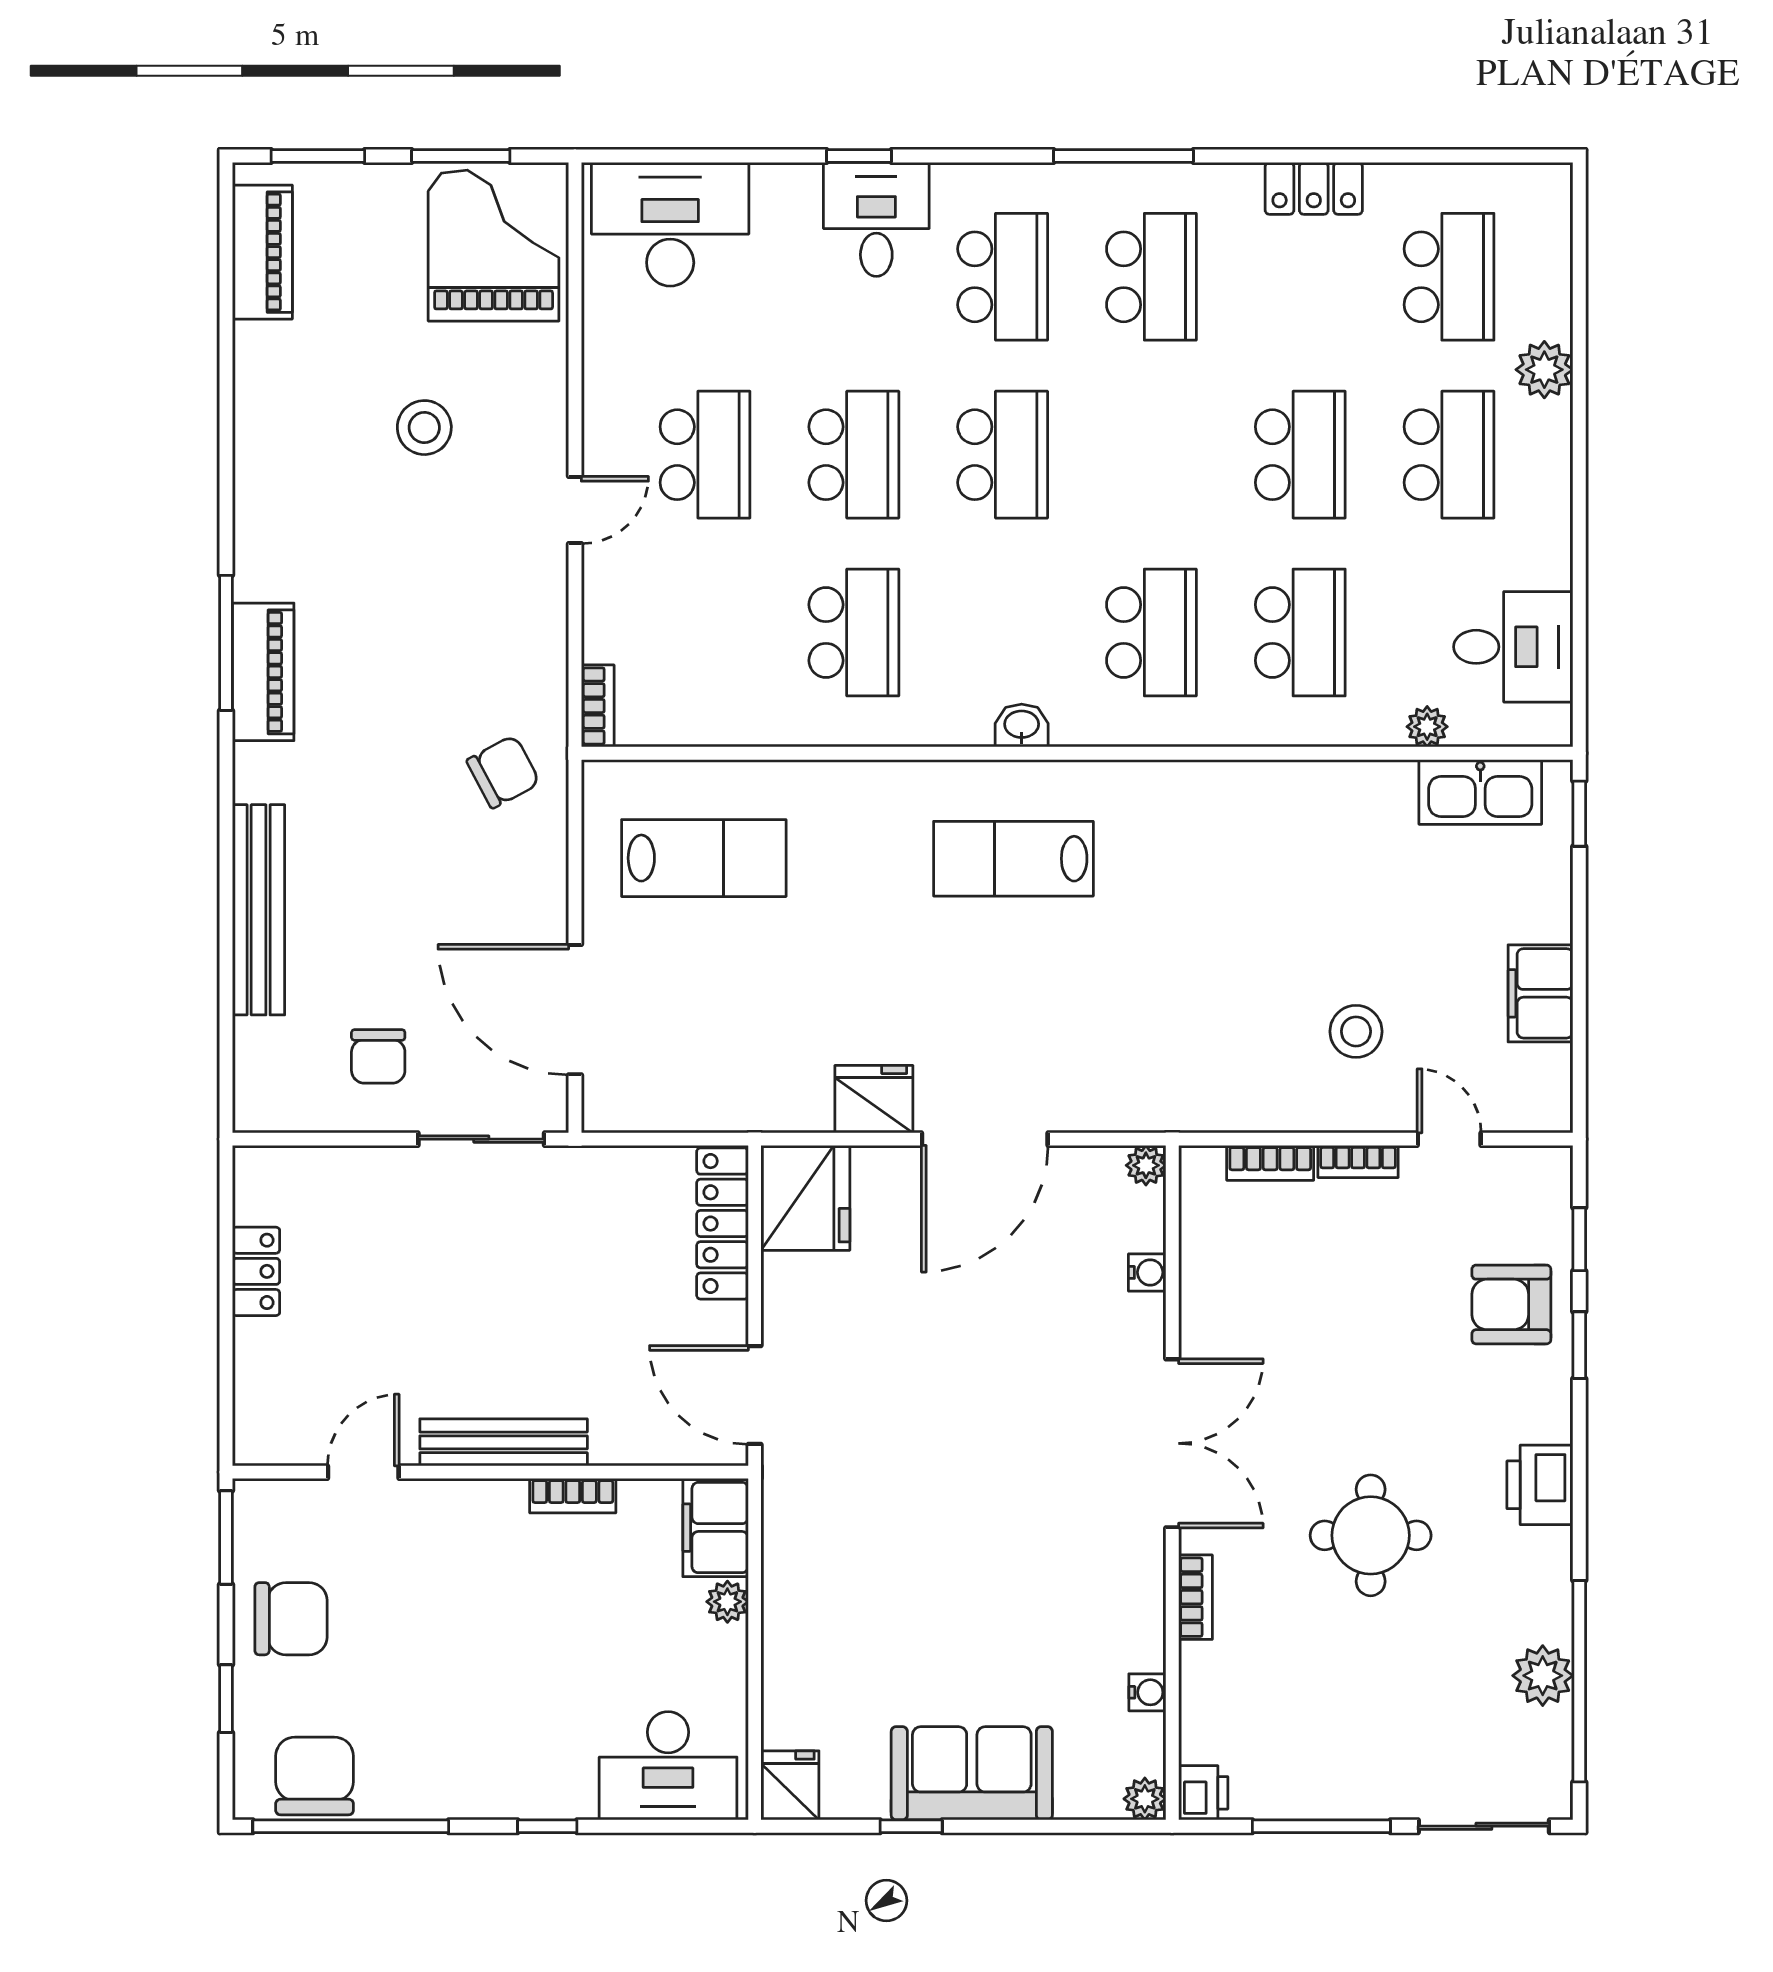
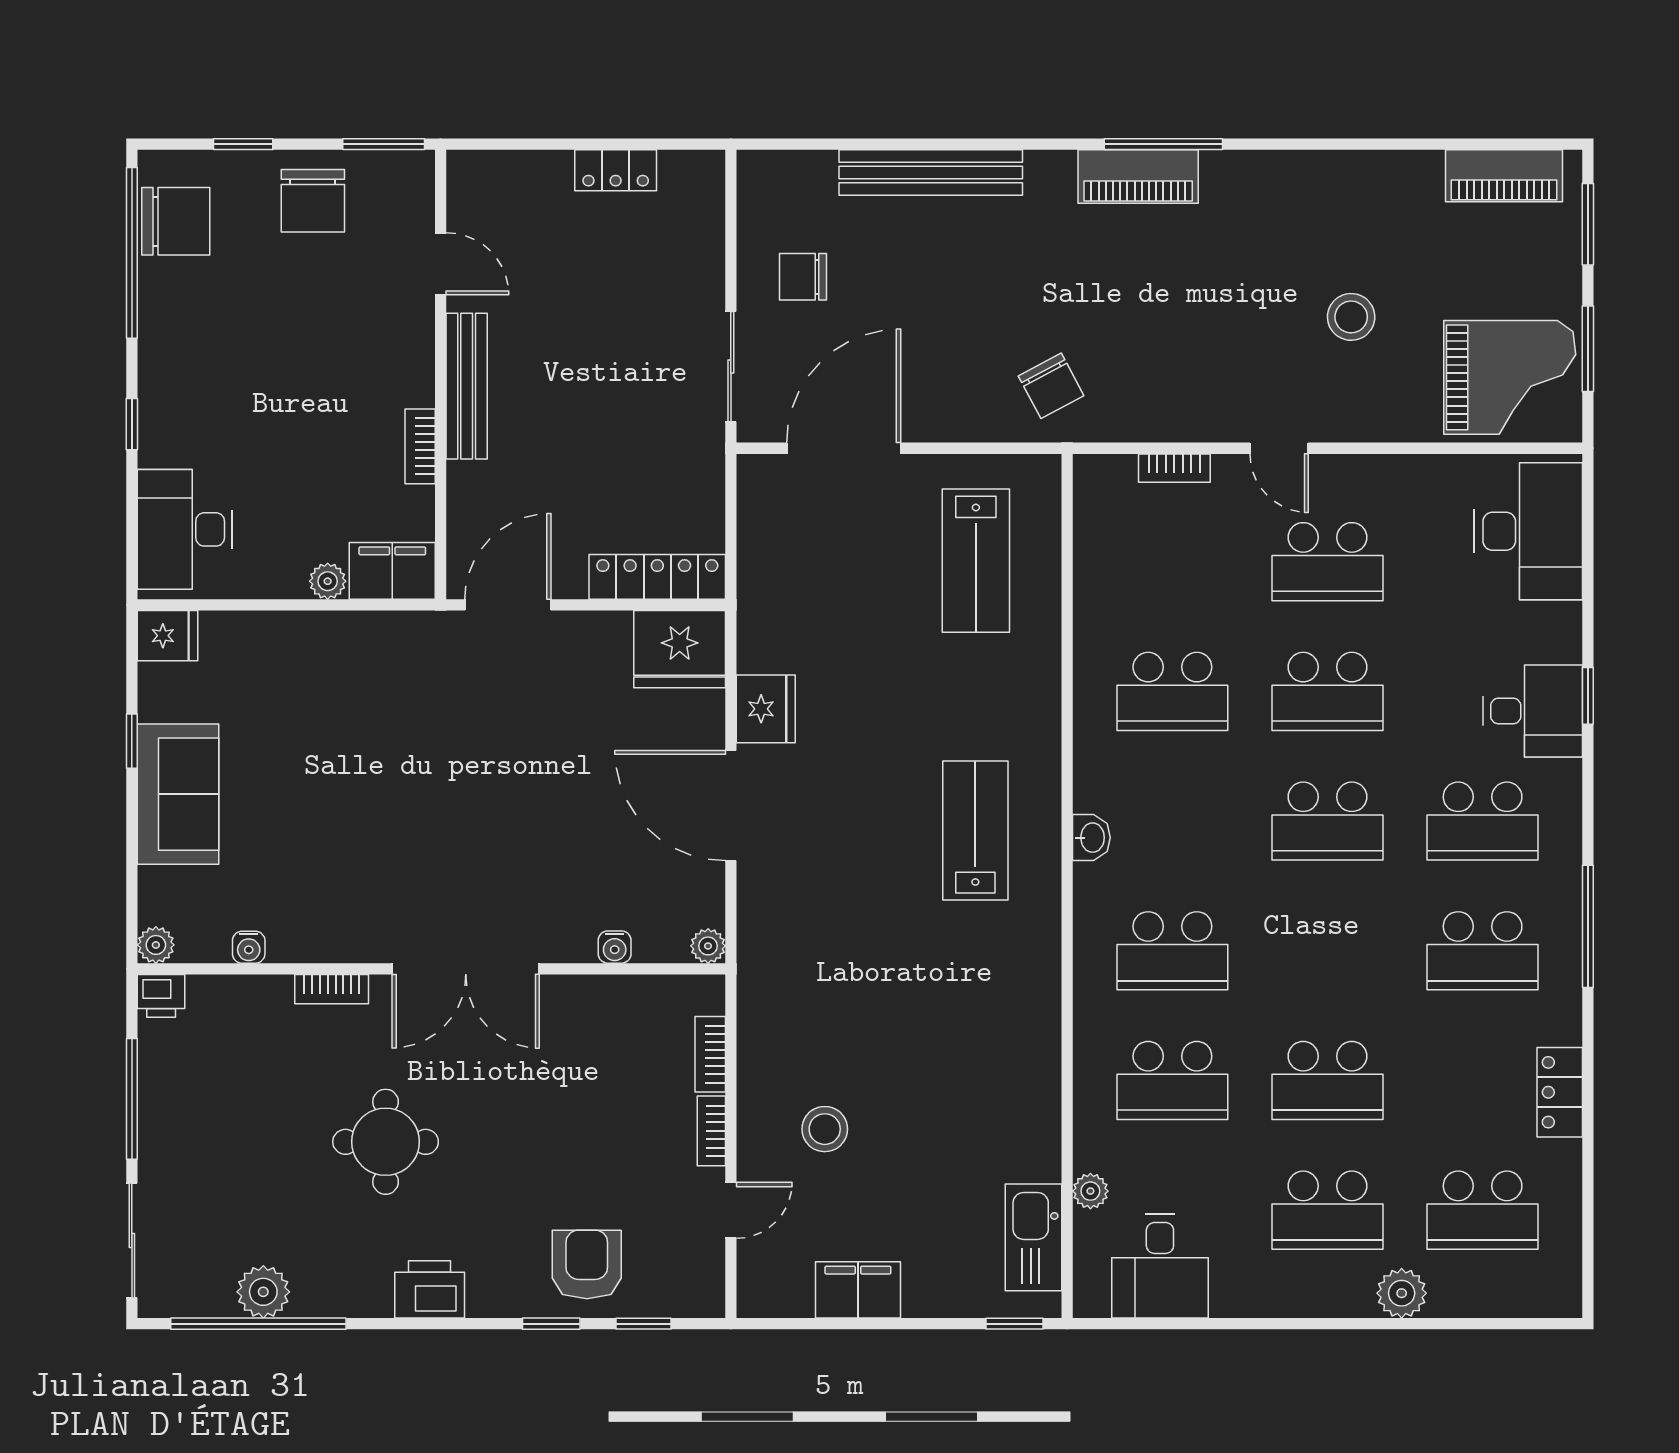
bookcase: (598, 706) -> (1174, 468), moved

